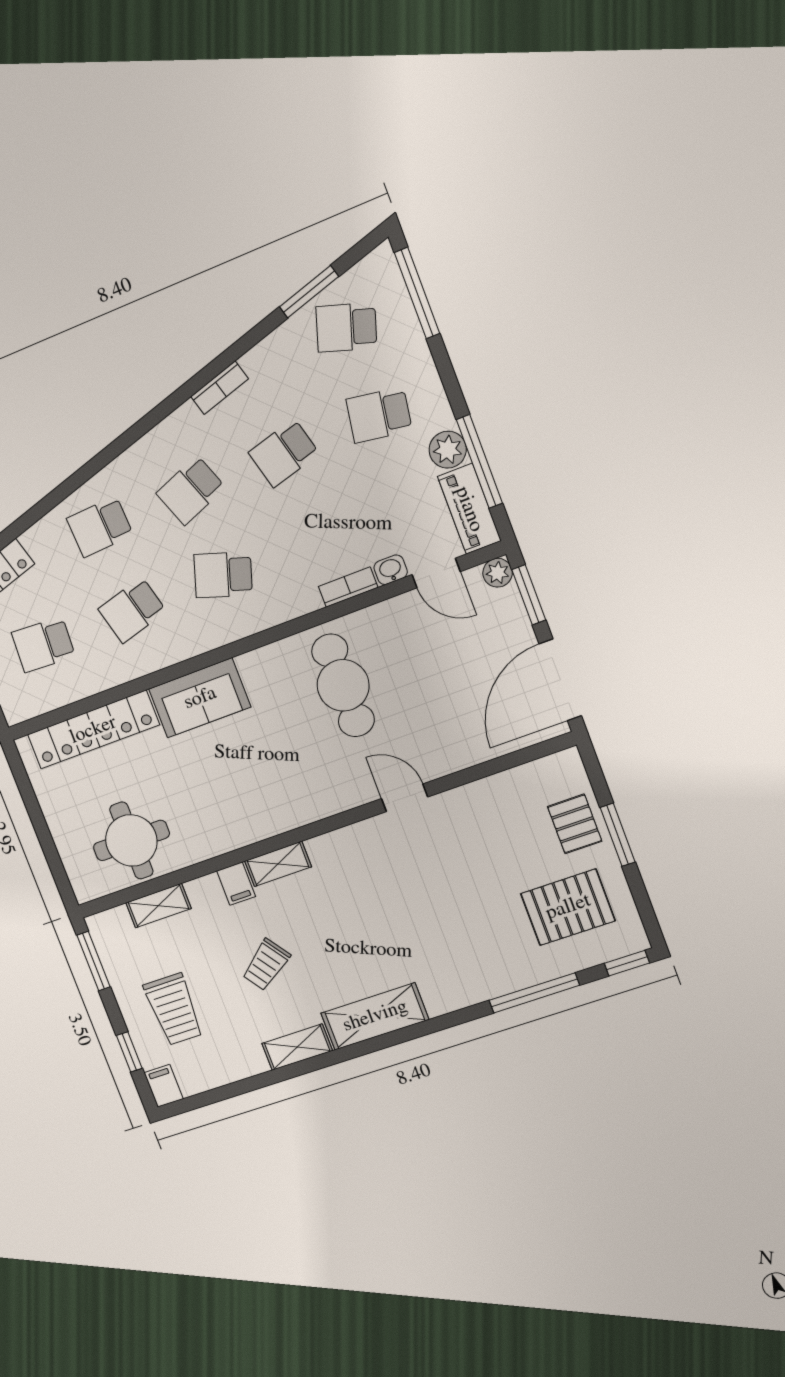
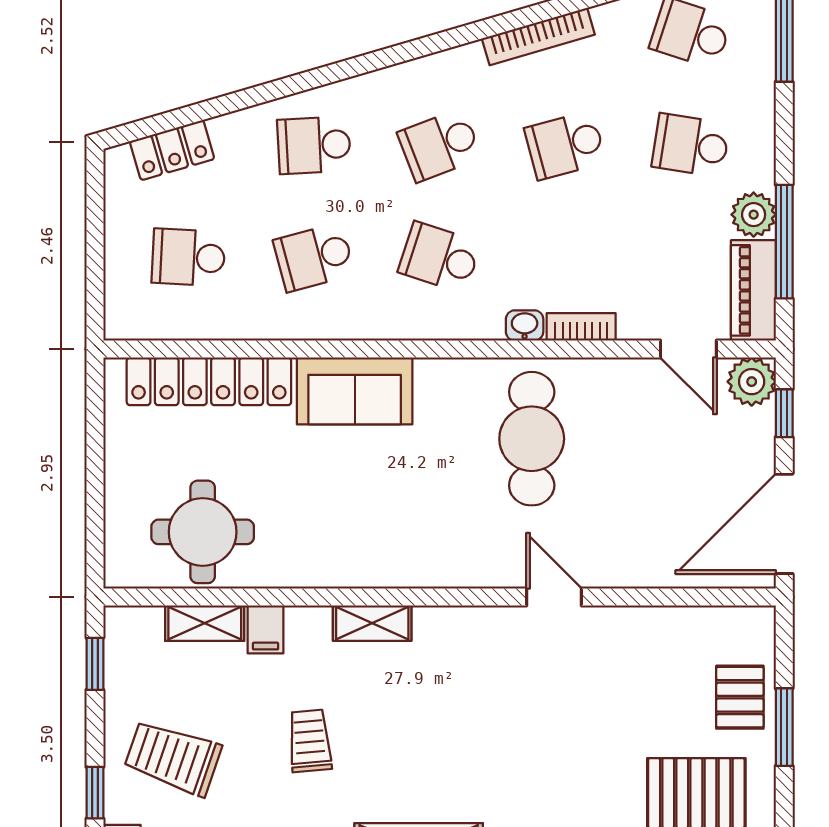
bookcase: (220, 388) -> (538, 36), width x1.56
washbasin: (391, 570) -> (525, 325), moved
plant: (498, 573) -> (752, 382), width x1.38, depth x1.38
window: (529, 595) -> (784, 413), width x0.67
filing cabinet: (236, 884) -> (266, 629), moved
window: (93, 961) -> (95, 664), width x0.67
trolley: (266, 965) -> (310, 741), turned 121
trolley: (174, 1009) -> (173, 758), turned 109

